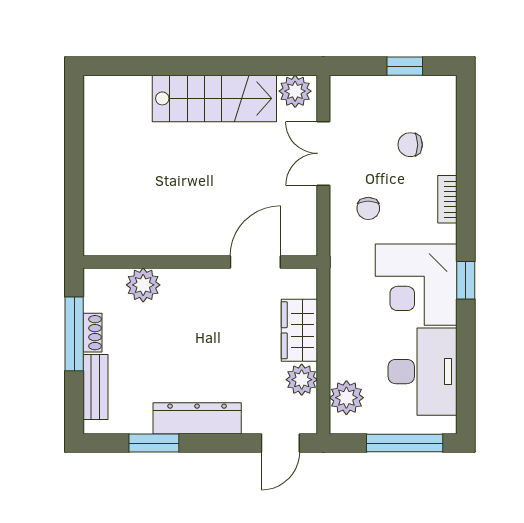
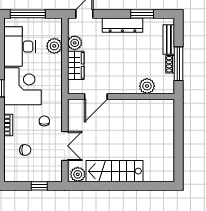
window: (405, 66) -> (39, 186), moved
plant: (346, 398) -> (54, 46), moved

